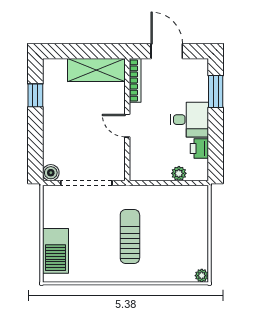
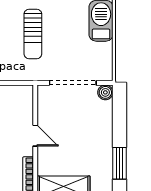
window: (35, 95) -> (120, 163), width x1.50

